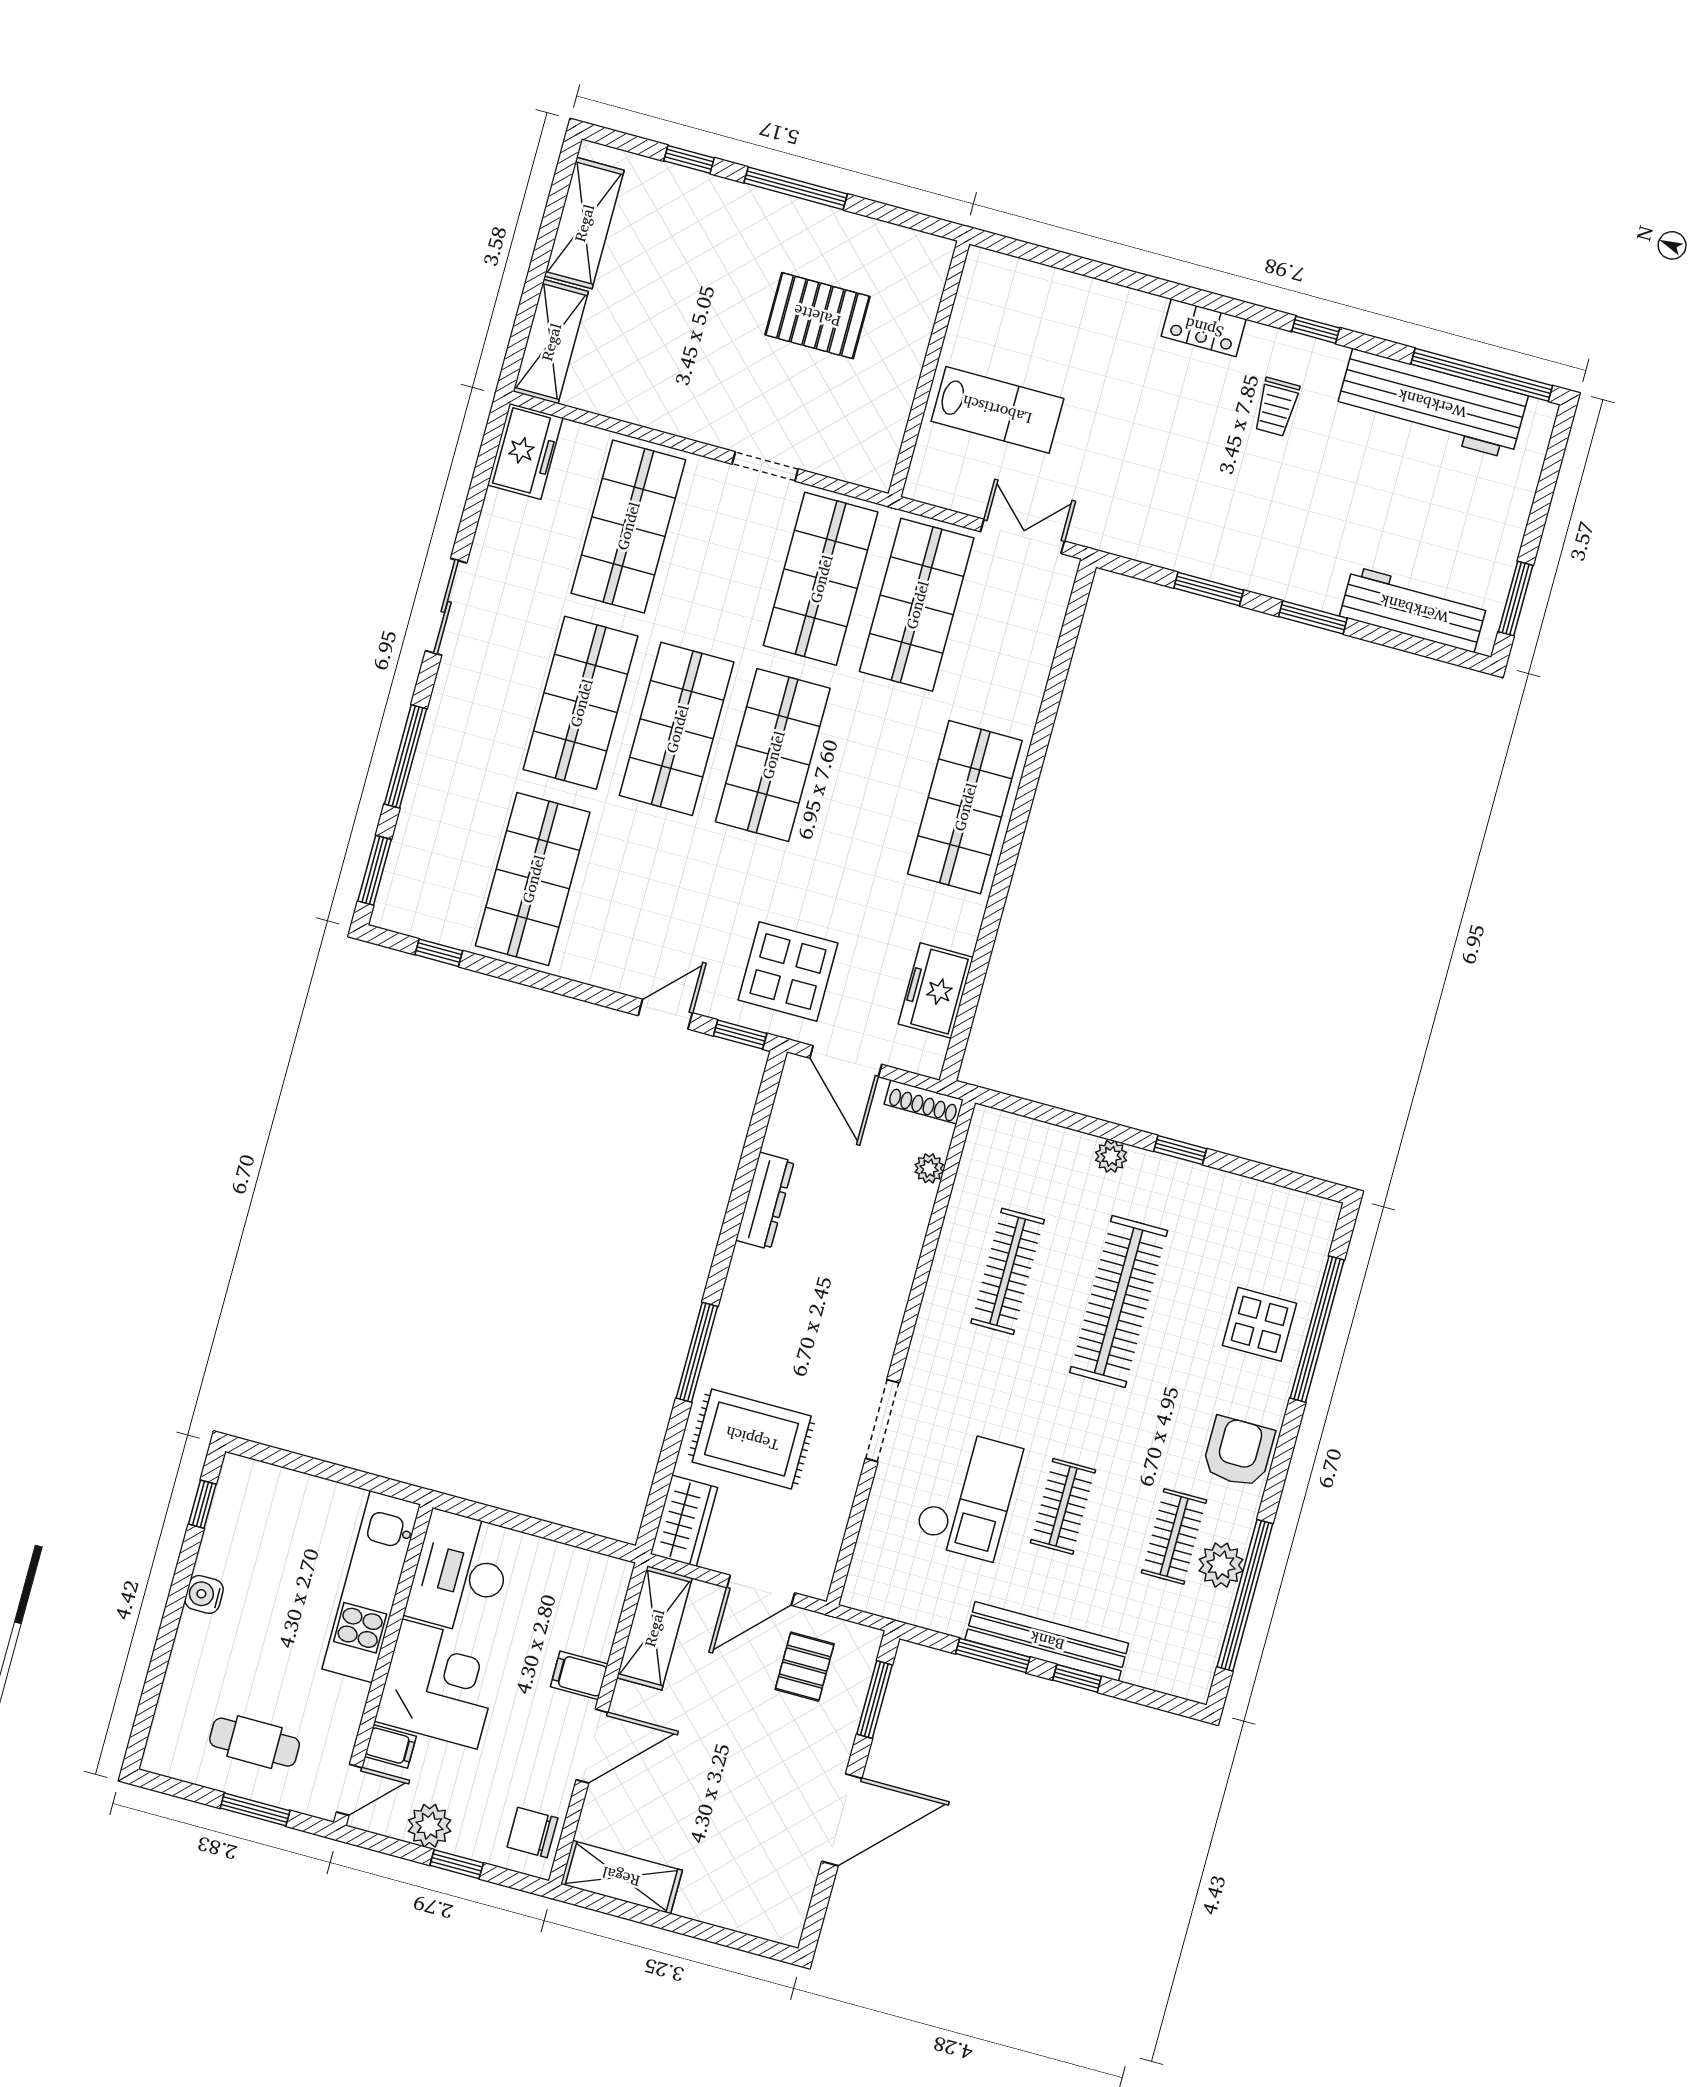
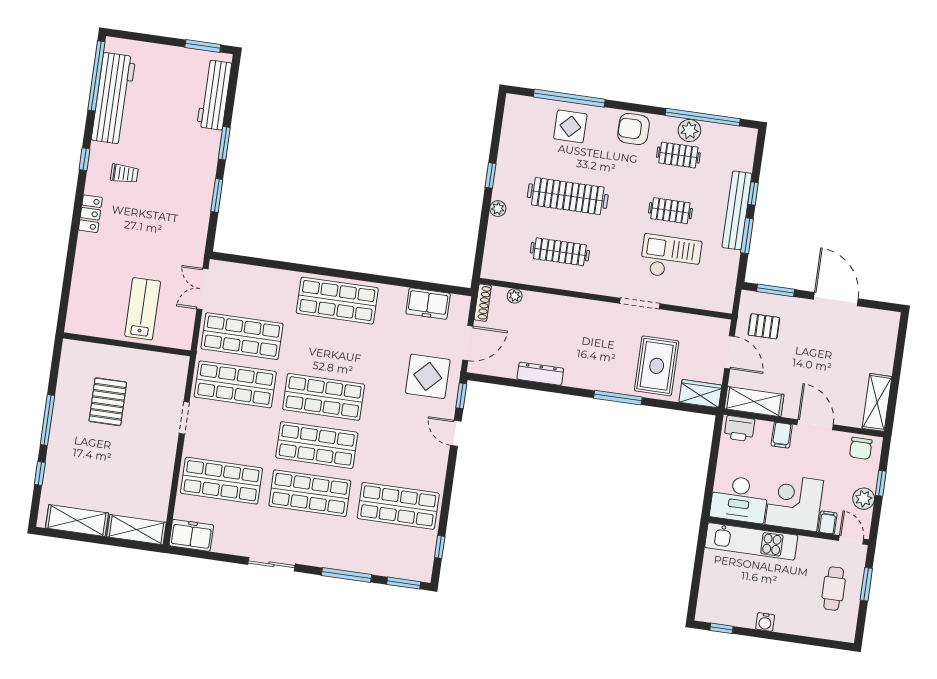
printer: (603, 1591) -> (739, 429), added

